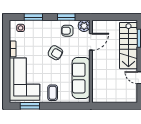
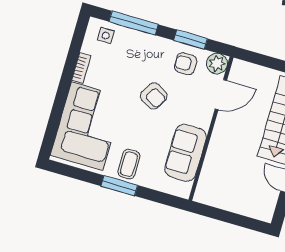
window: (33, 17) -> (134, 23), width x1.44
sofa: (81, 78) -> (186, 153), width x0.73
window: (30, 106) -> (119, 186), moved

